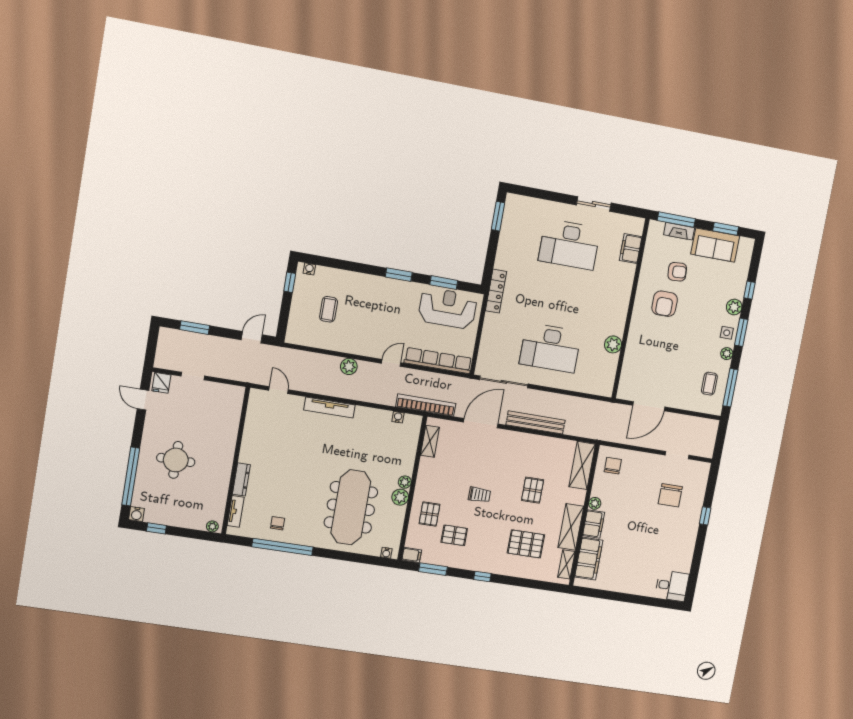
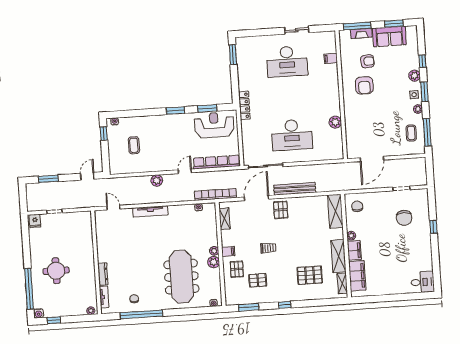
filing cabinet: (631, 249) -> (331, 58), width x0.50
door: (143, 400) -> (25, 235), removed
pallet: (533, 490) -> (281, 210), moved
filing cabinet: (412, 555) -> (228, 251), moved

